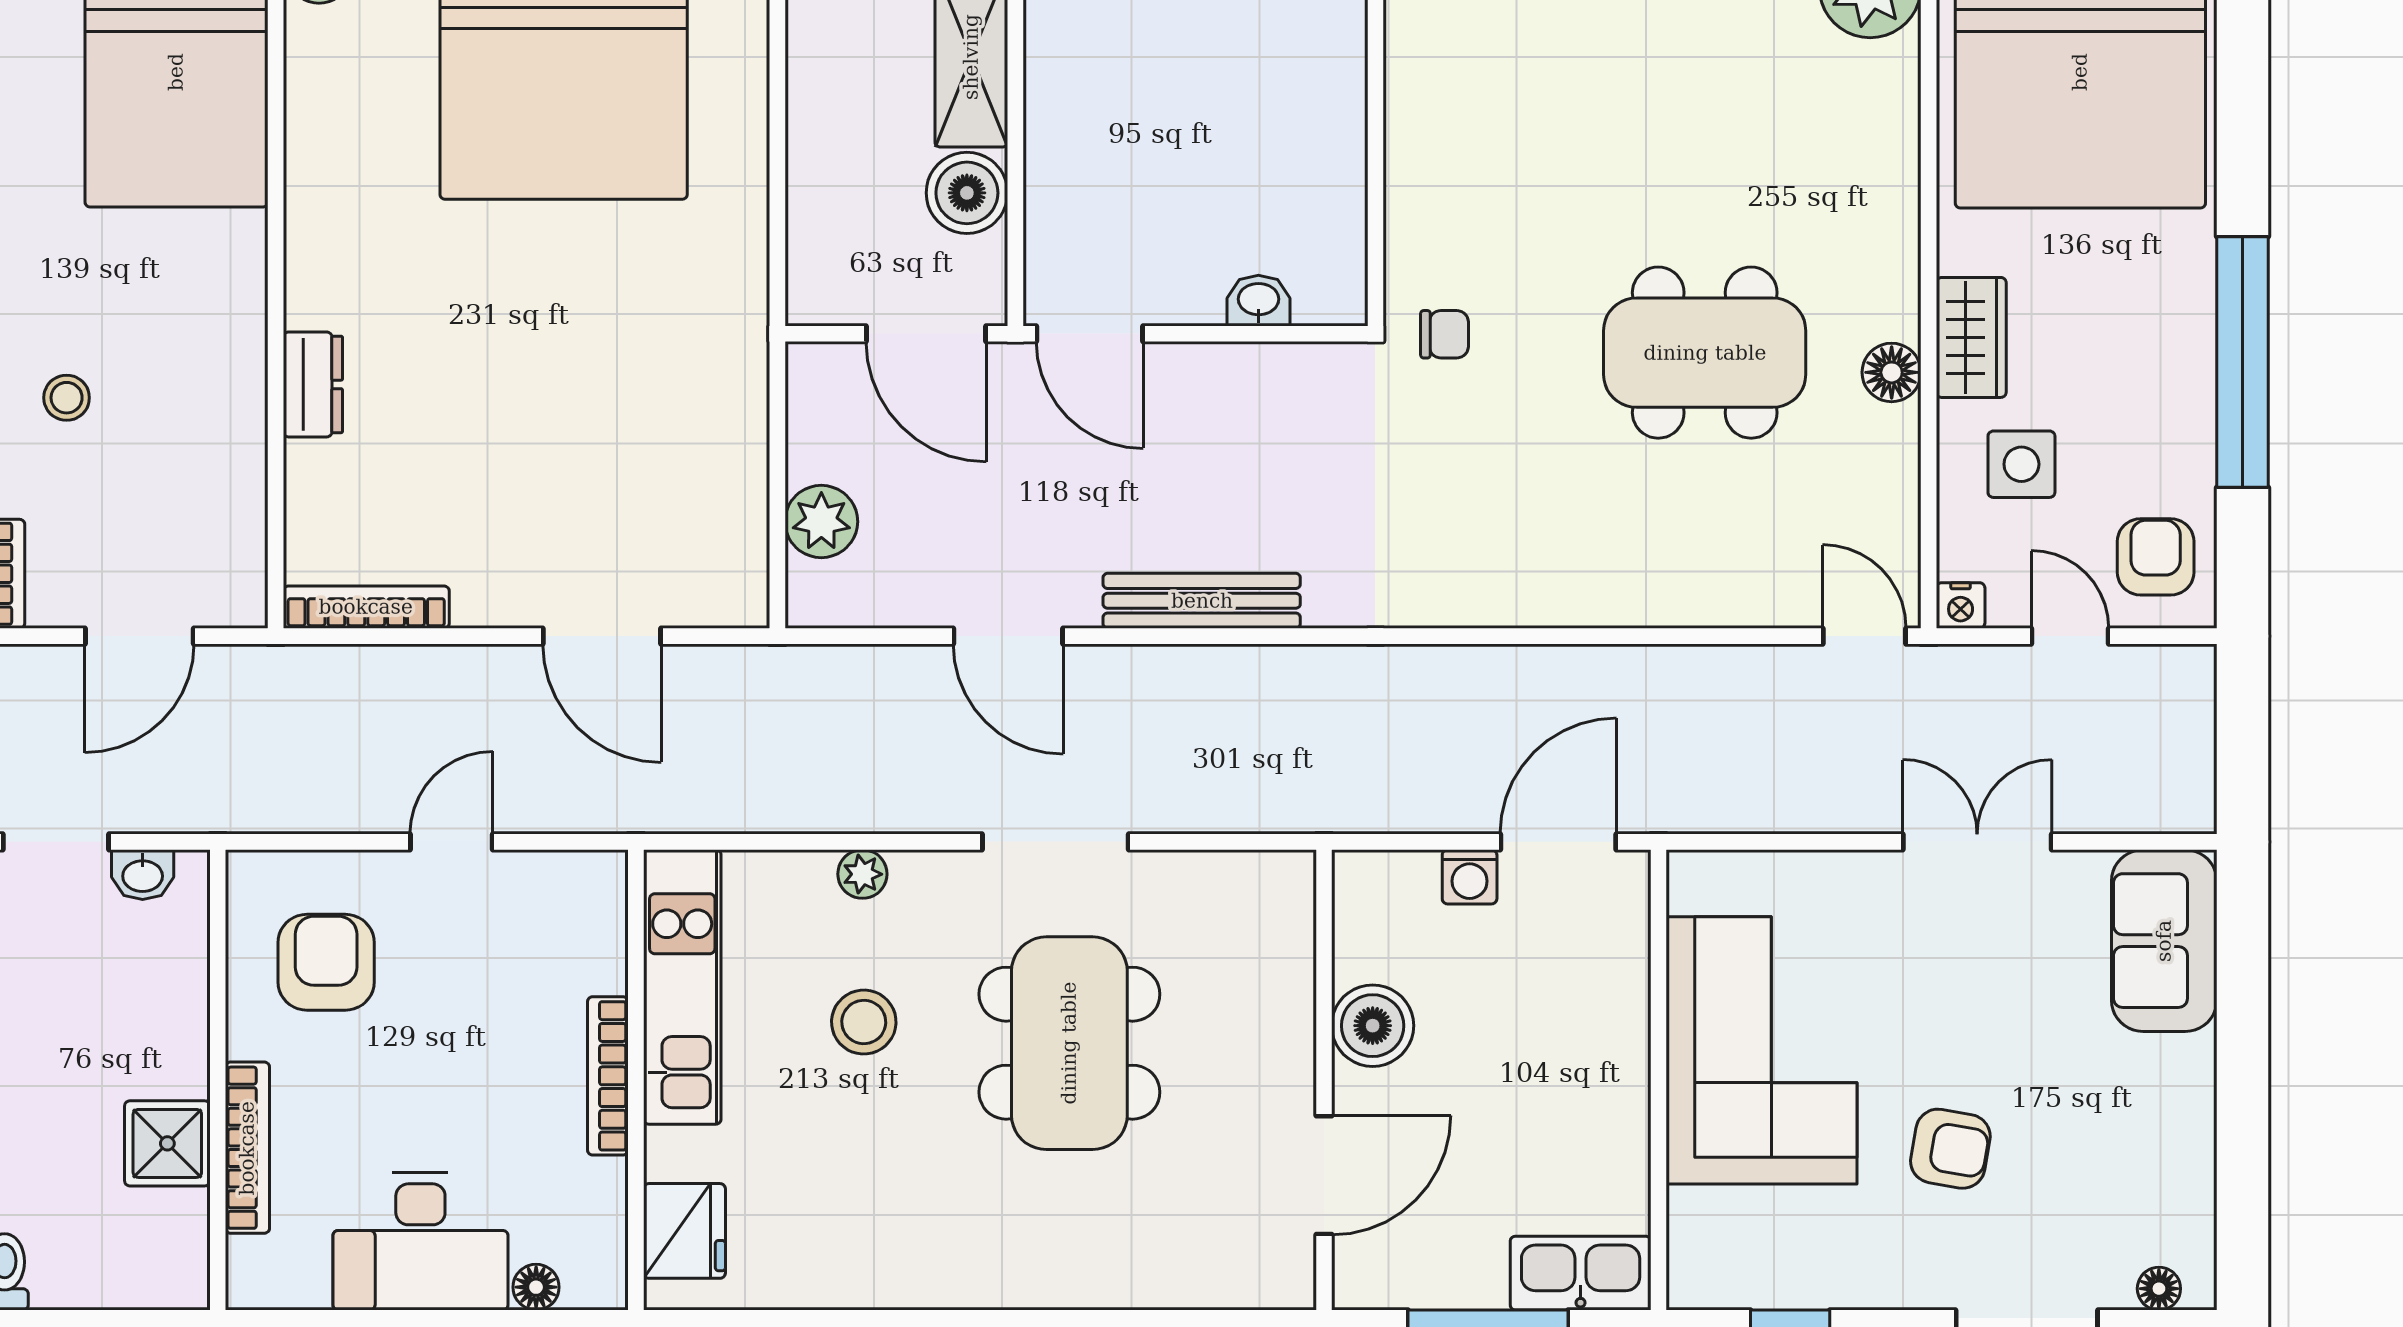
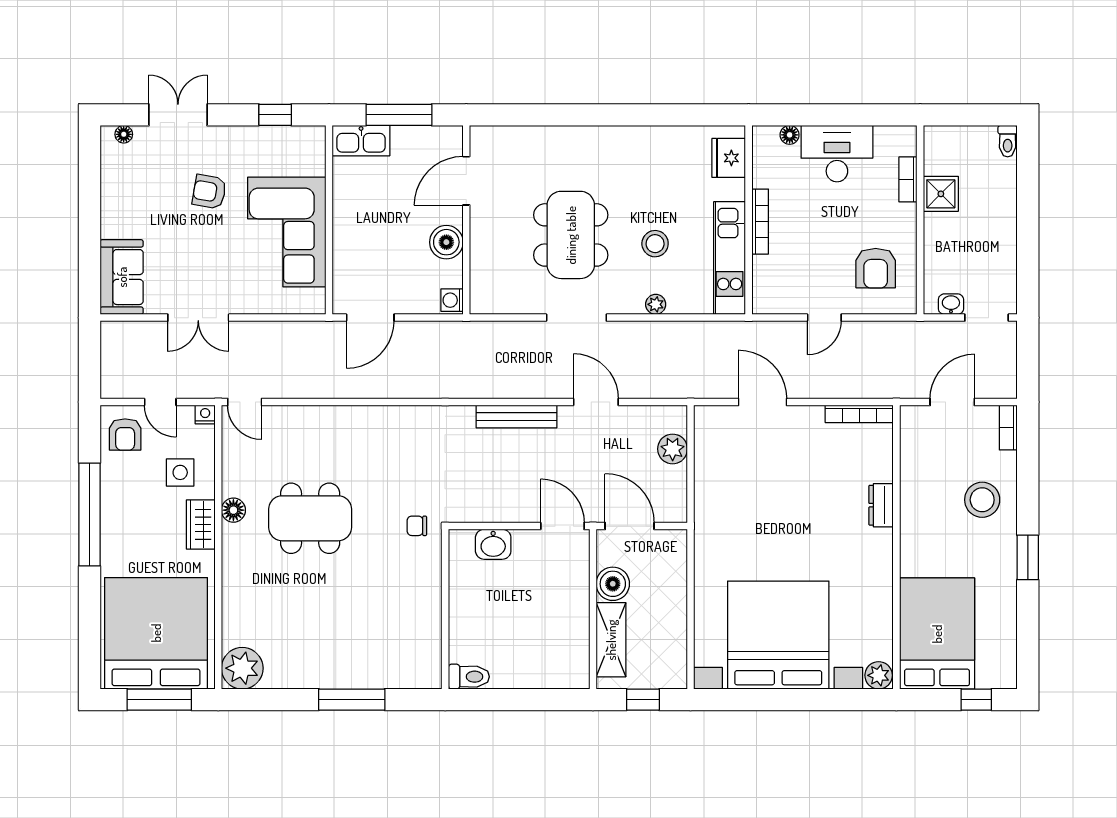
washbasin: (1258, 301) -> (493, 544), width x1.38, depth x1.45
stool: (67, 398) -> (982, 500), width x1.89, depth x1.89
washing machine: (1470, 877) -> (452, 300), moved, turned -90
bookcase: (247, 1148) -> (908, 179), width x0.64

